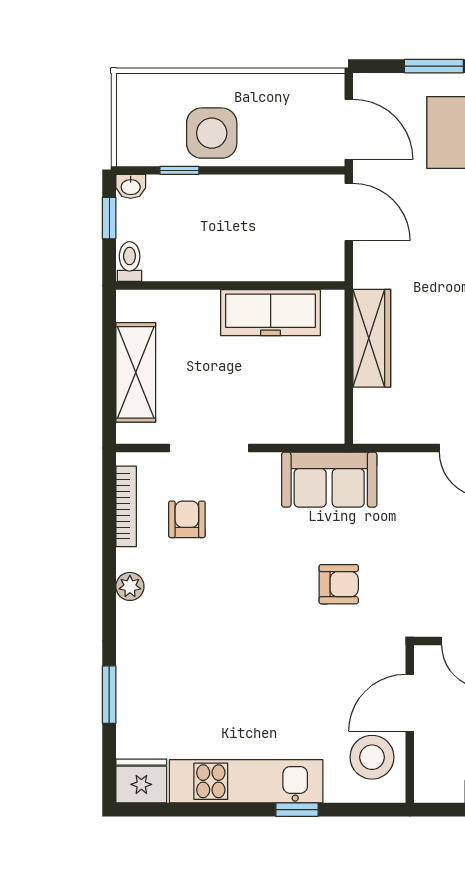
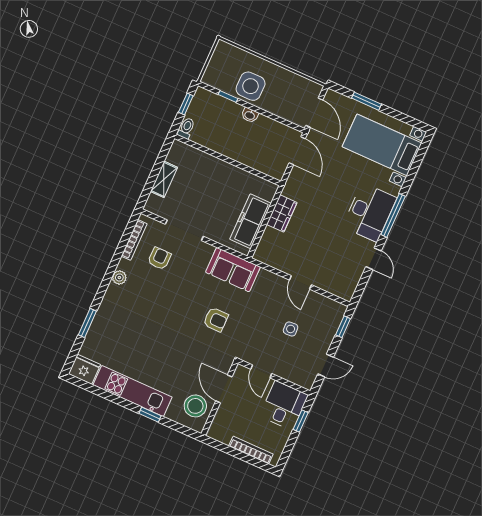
washbasin: (131, 186) -> (250, 115), moved
freezer: (271, 313) -> (251, 221), moved, turned 90
wardrobe: (372, 338) -> (282, 213), width x0.67
shelving: (136, 372) -> (164, 179), width x0.67, depth x0.75
door: (410, 703) -> (224, 389), hinge flipped

